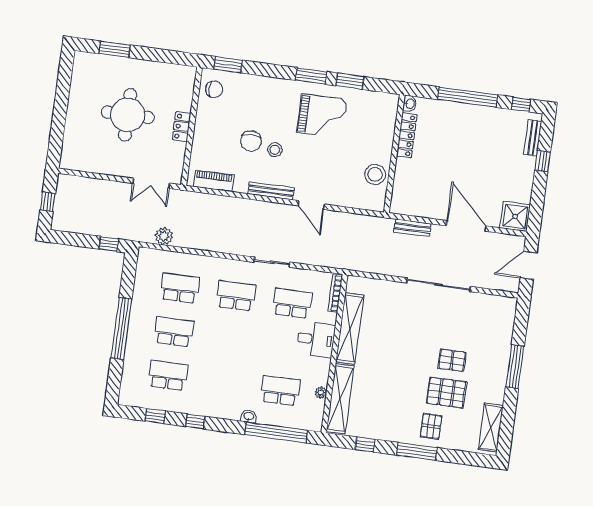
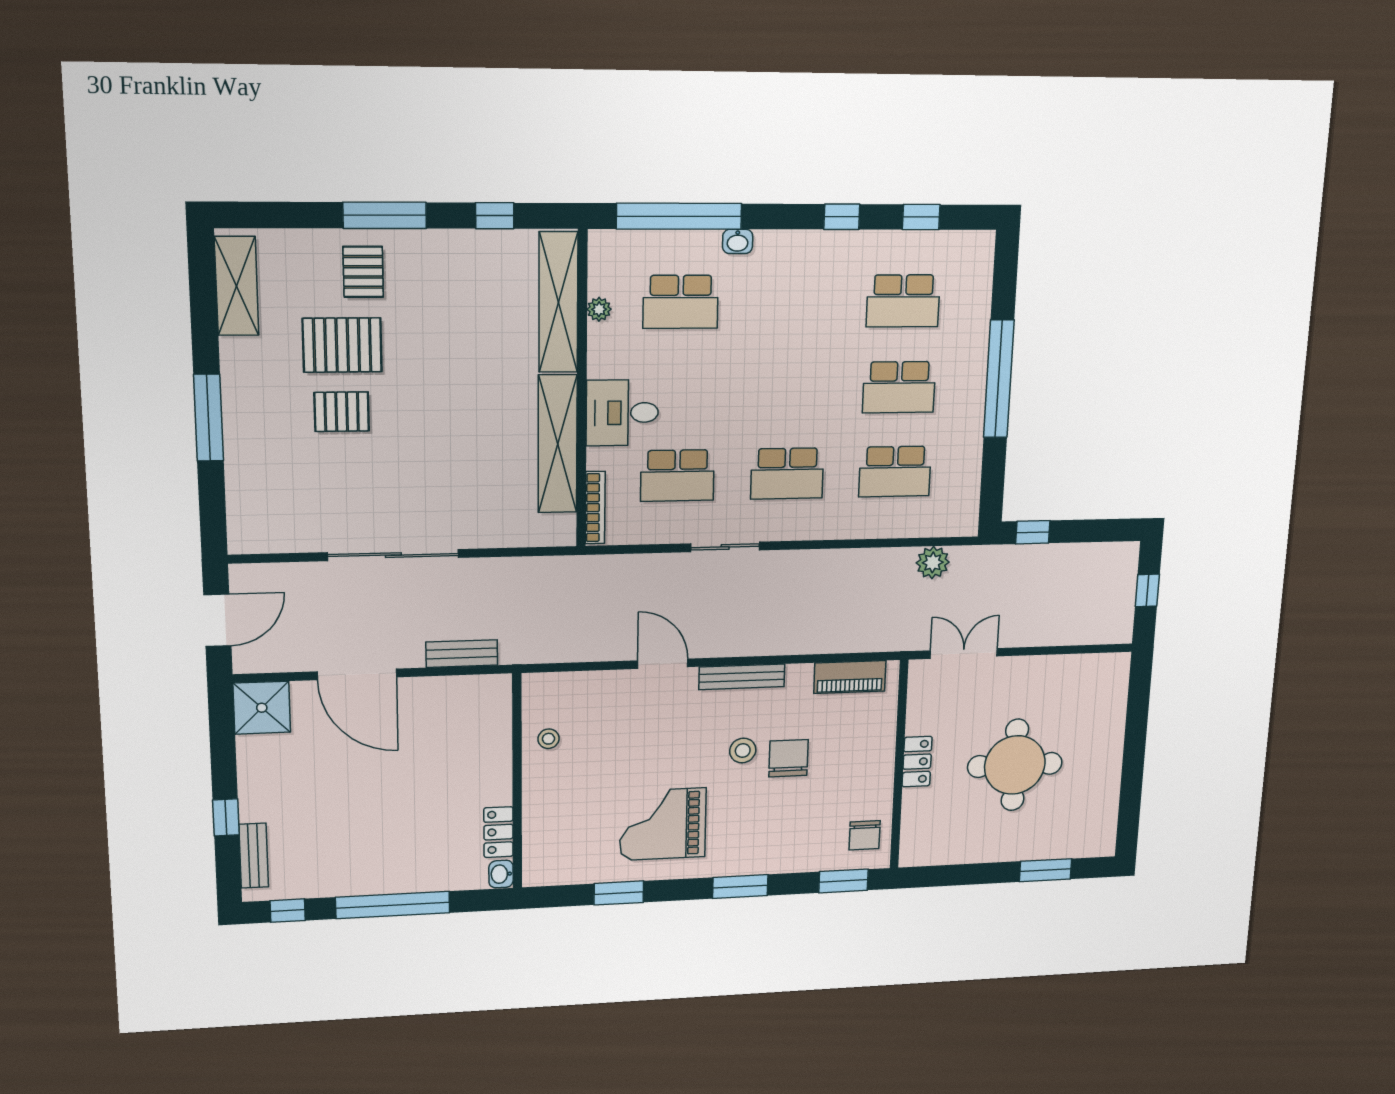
window: (311, 76) -> (740, 886), moved
chair: (214, 89) -> (865, 835), turned -90
locker: (407, 135) -> (498, 832), width x0.66
stool: (375, 174) -> (548, 739), width x0.53, depth x0.53

